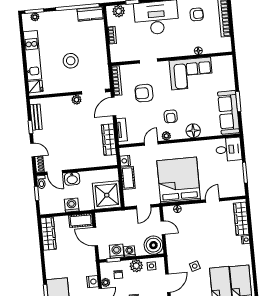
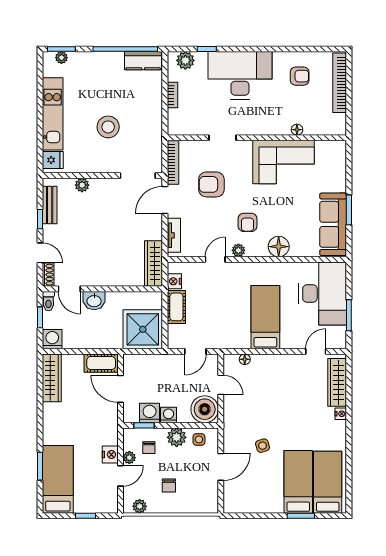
plant: (76, 100) -> (82, 185), moved
wardrobe: (109, 140) -> (154, 263), moved
desk: (229, 149) -> (323, 294), width x1.87, depth x1.30
bed: (179, 180) -> (265, 317), width x0.49
door: (213, 200) -> (316, 351), moved
washing machine: (72, 205) -> (52, 339), moved

